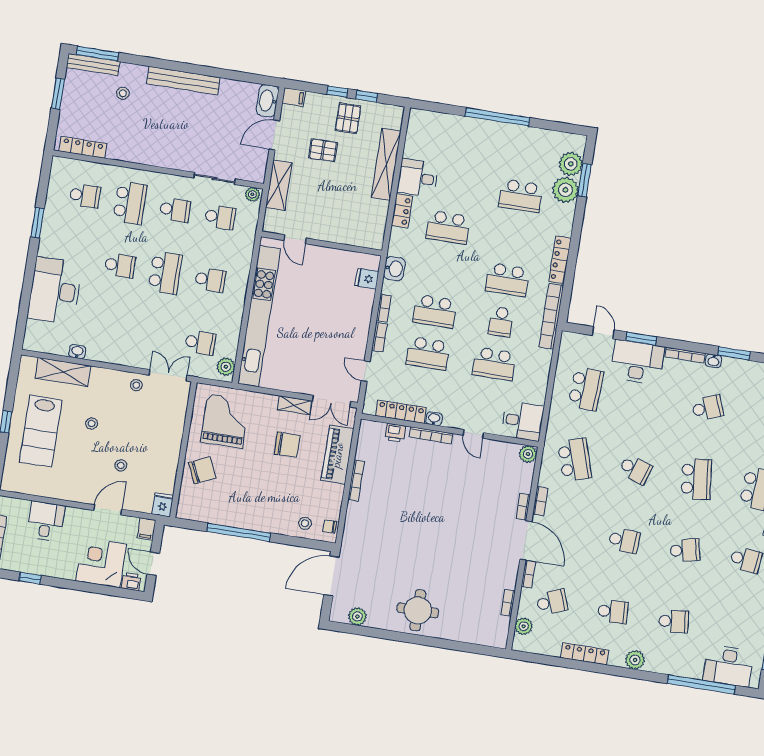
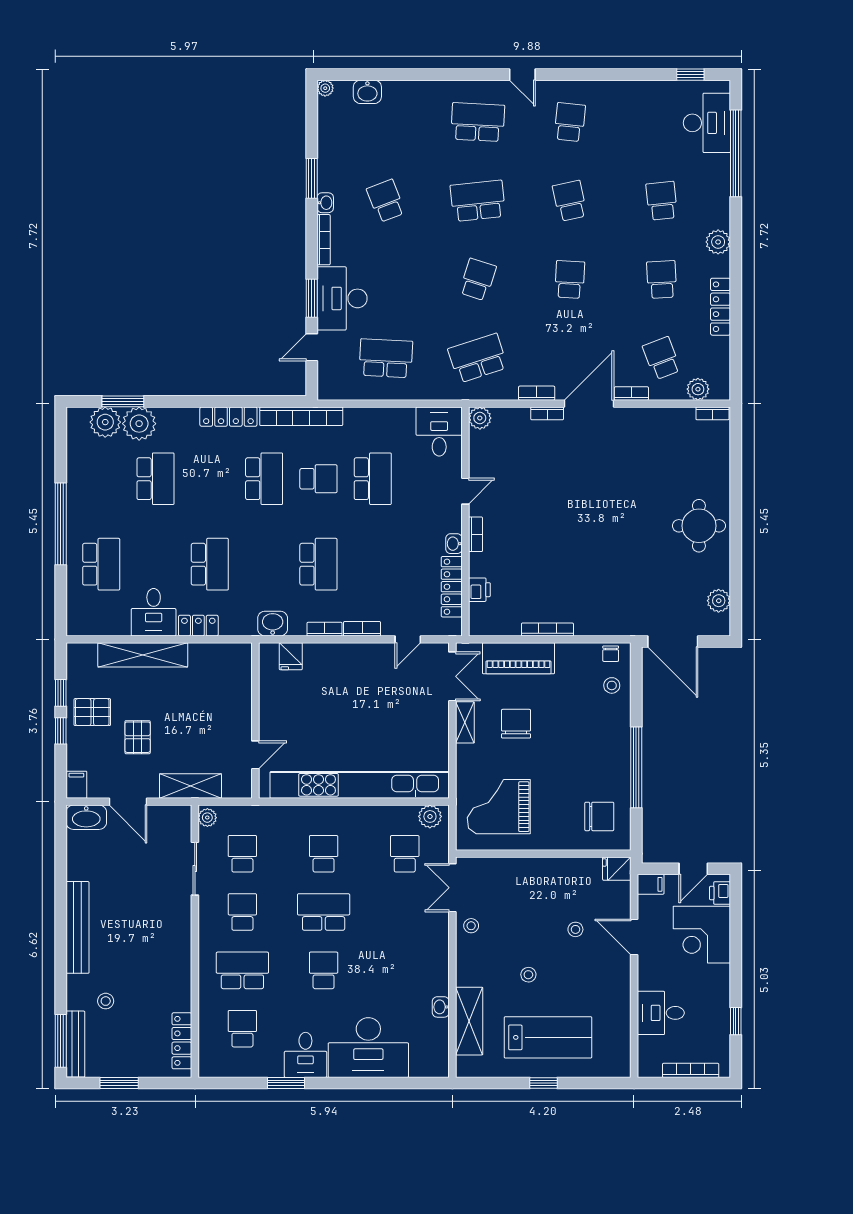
desk: (57, 241) -> (305, 1055), added
school desk: (428, 353) -> (101, 564), moved
bookcase: (431, 435) -> (476, 534), width x0.64
chair: (202, 470) -> (599, 816), moved, turned 115
bookcase: (508, 603) -> (712, 413), moved

